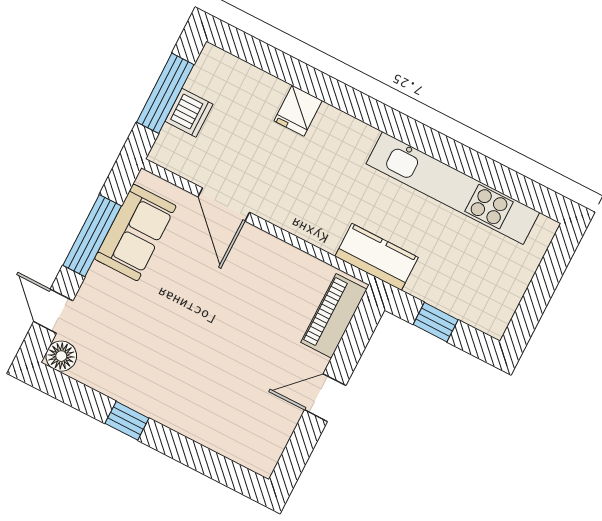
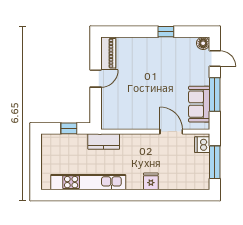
fridge: (298, 111) -> (151, 181), moved
dishwasher: (189, 113) -> (202, 145), moved
piano: (334, 316) -> (108, 53), moved

